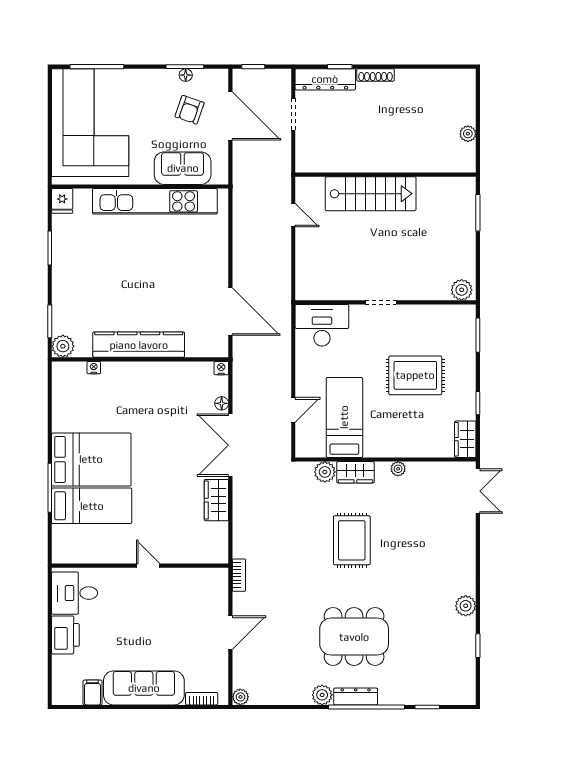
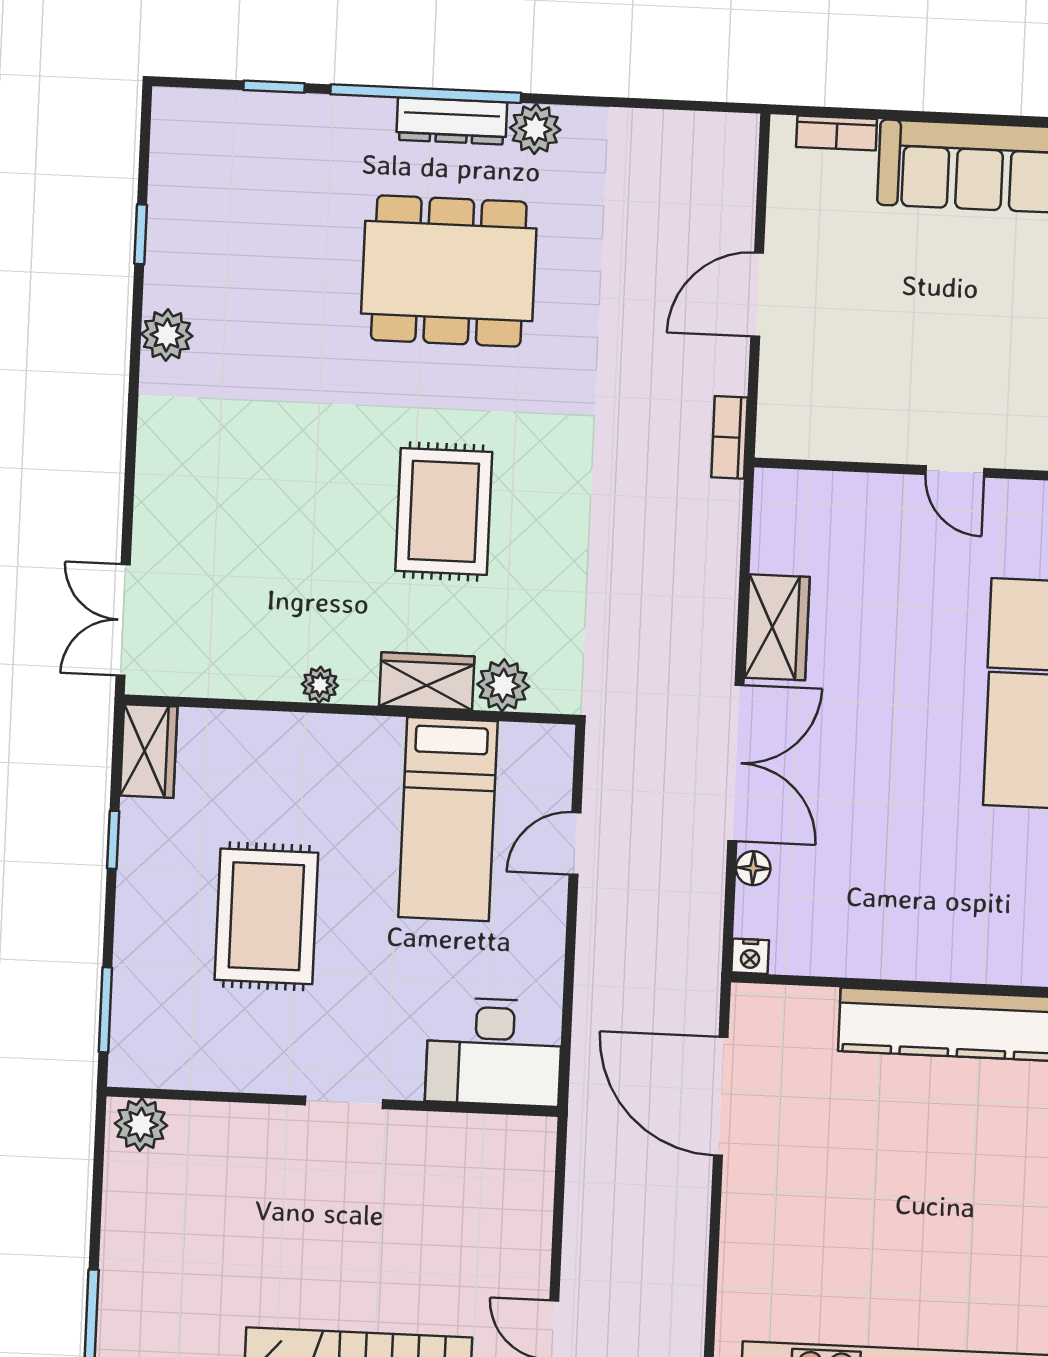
rug: (415, 375) -> (266, 916), turned 90
plant: (240, 697) -> (739, 133), removed

